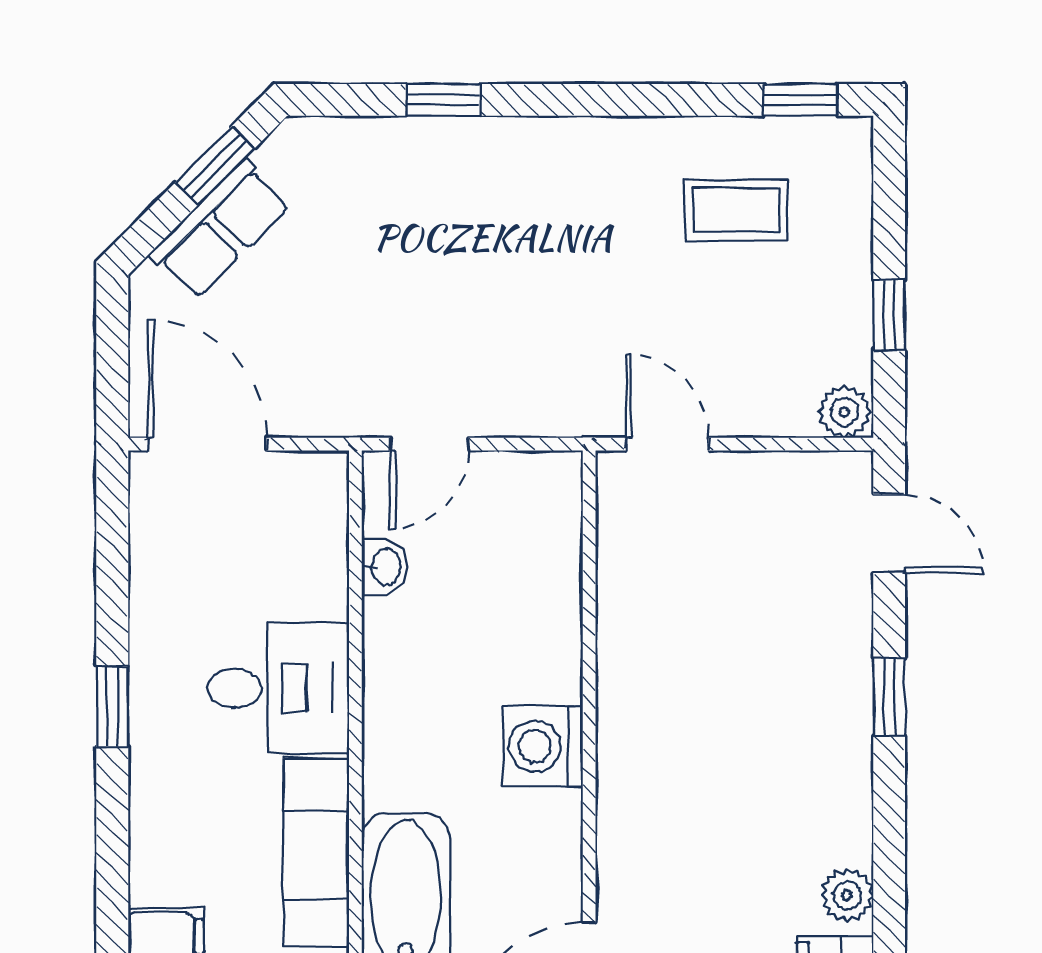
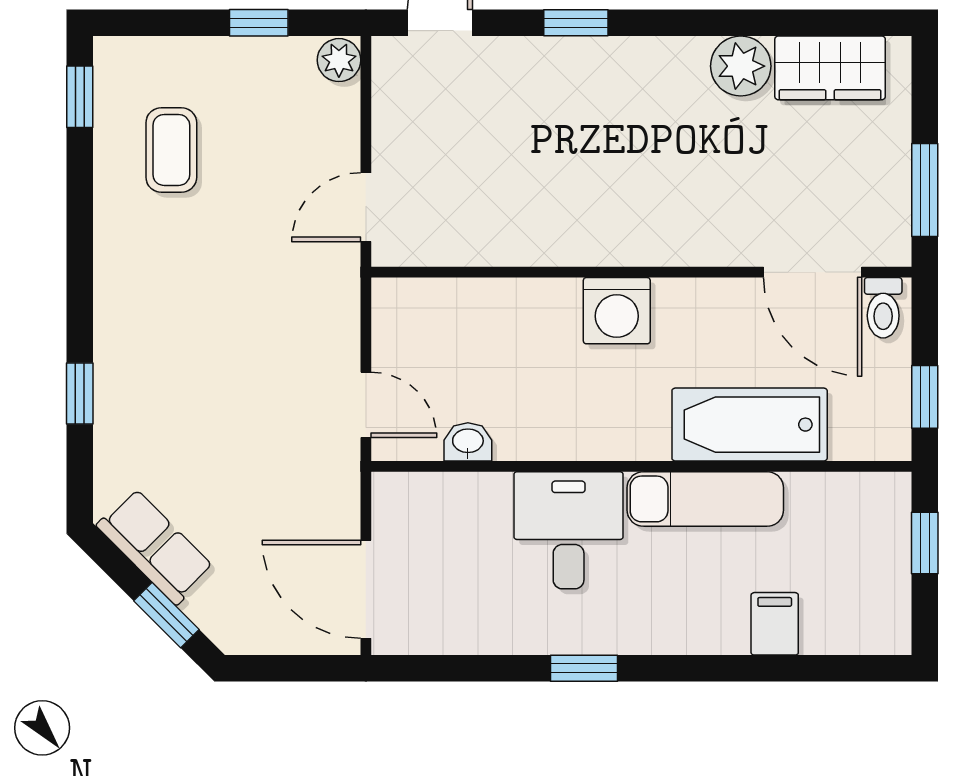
window: (215, 166) -> (166, 615), moved
row of seats: (220, 229) -> (155, 546), moved
door: (207, 444) -> (366, 589), hinge flipped
plant: (847, 895) -> (741, 66), width x1.38, depth x1.38

